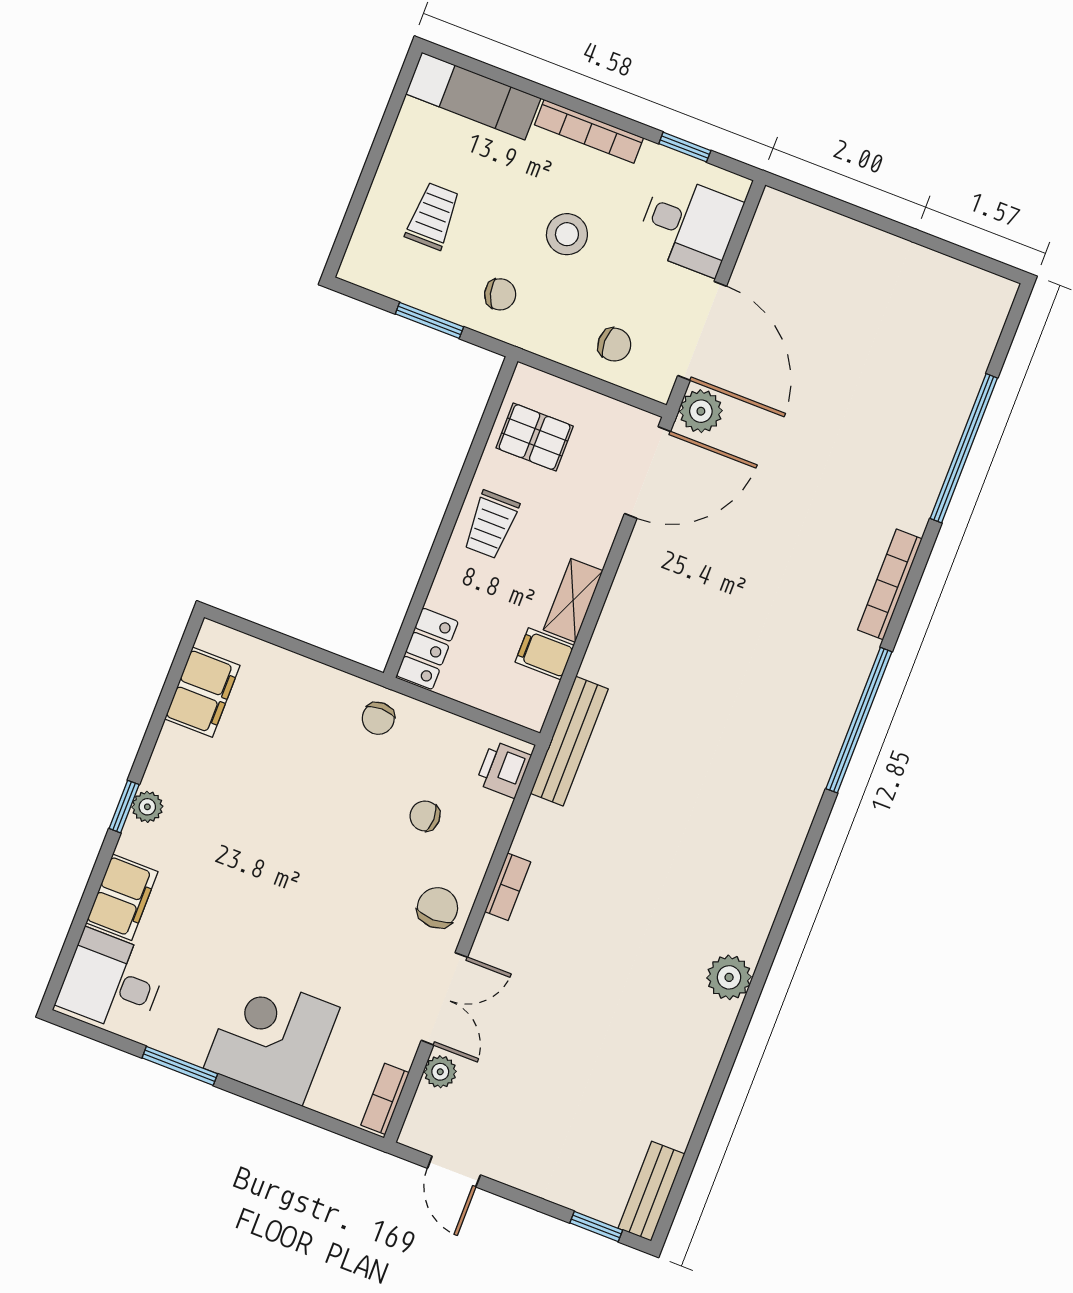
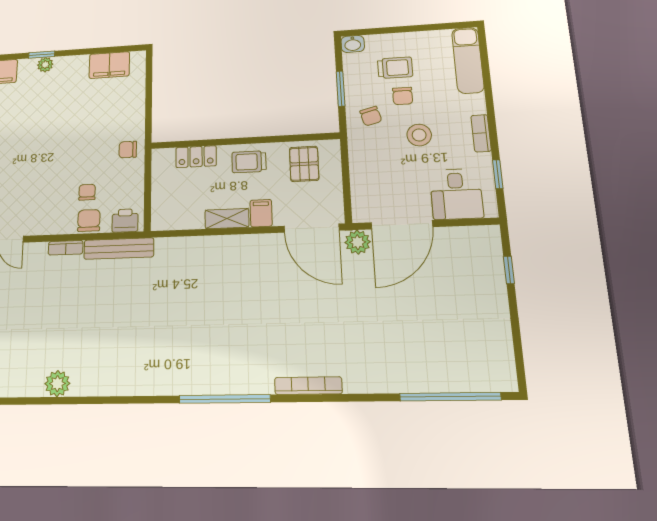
bookcase: (589, 131) -> (481, 133), width x0.64
window: (840, 207) -> (509, 270), added
washbasin: (358, 264) -> (353, 44), added
chair: (614, 345) -> (403, 96), moved
window: (964, 448) -> (450, 397), moved
locker: (427, 649) -> (196, 157), moved
filing cabinet: (545, 654) -> (261, 213), moved
bench: (569, 741) -> (119, 249), moved
chair: (437, 908) -> (89, 220), moved, turned -90

